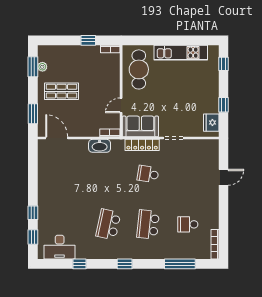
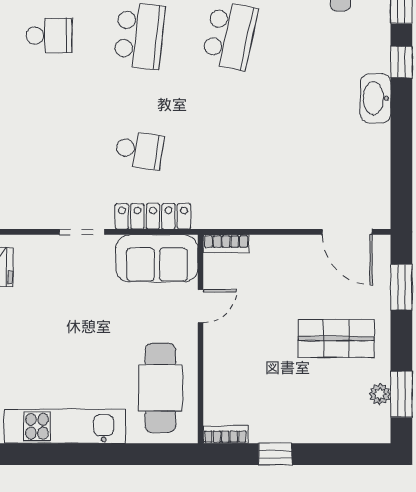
washbasin: (100, 146) -> (376, 98), moved, turned -90

